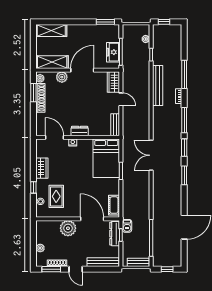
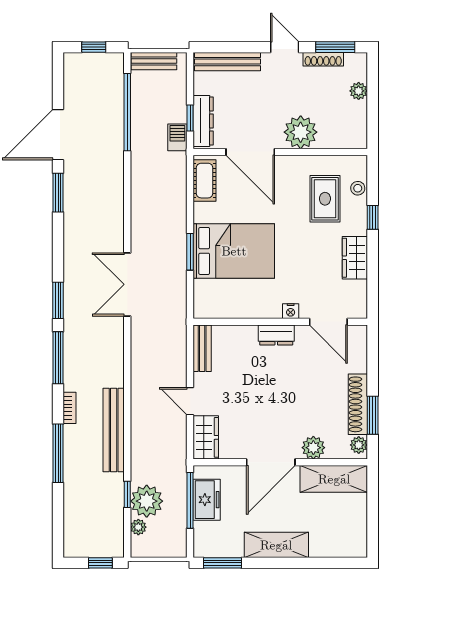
shelving: (51, 30) -> (276, 545), moved
plant: (142, 51) -> (147, 501), added
double door: (151, 155) -> (127, 284), swing flipped
bed: (106, 158) -> (234, 251), moved, turned 90
window: (184, 175) -> (58, 193), moved

